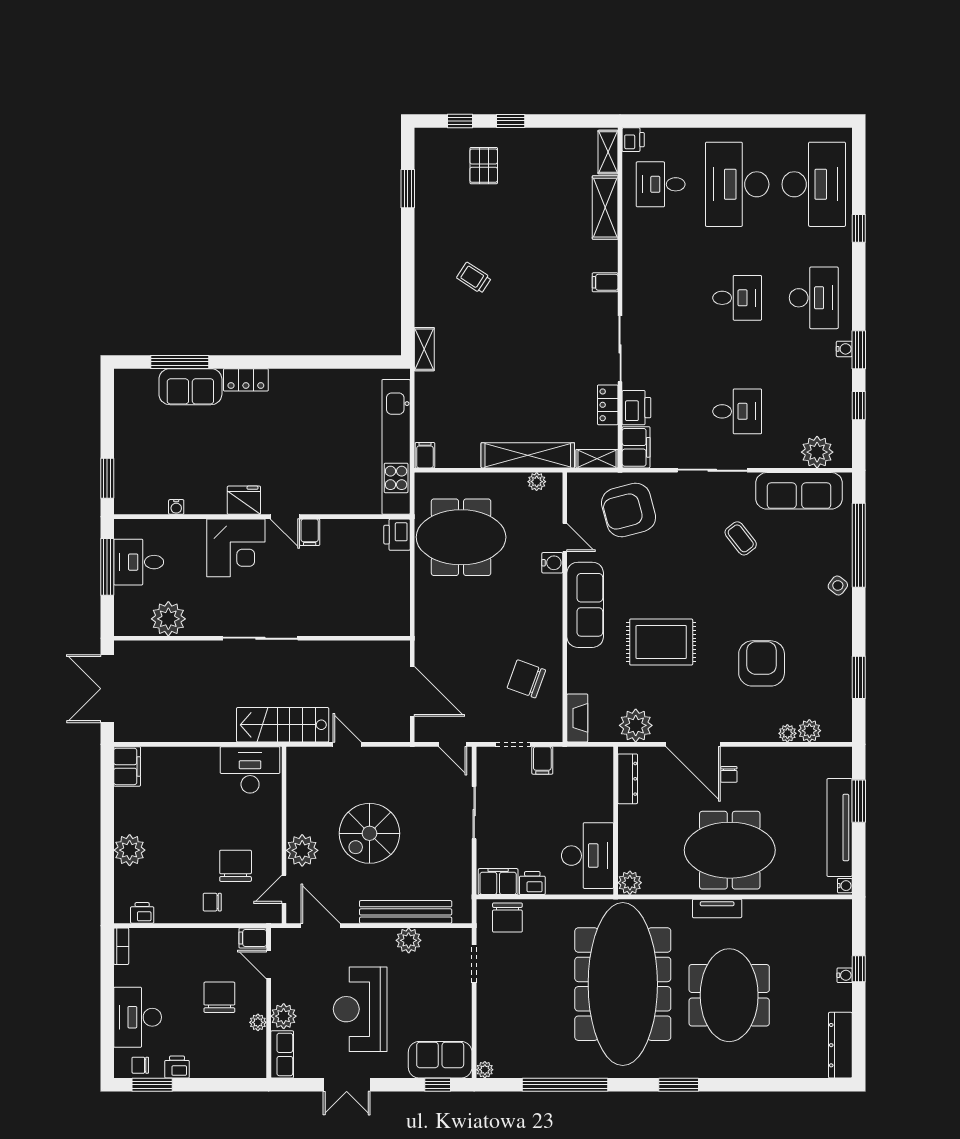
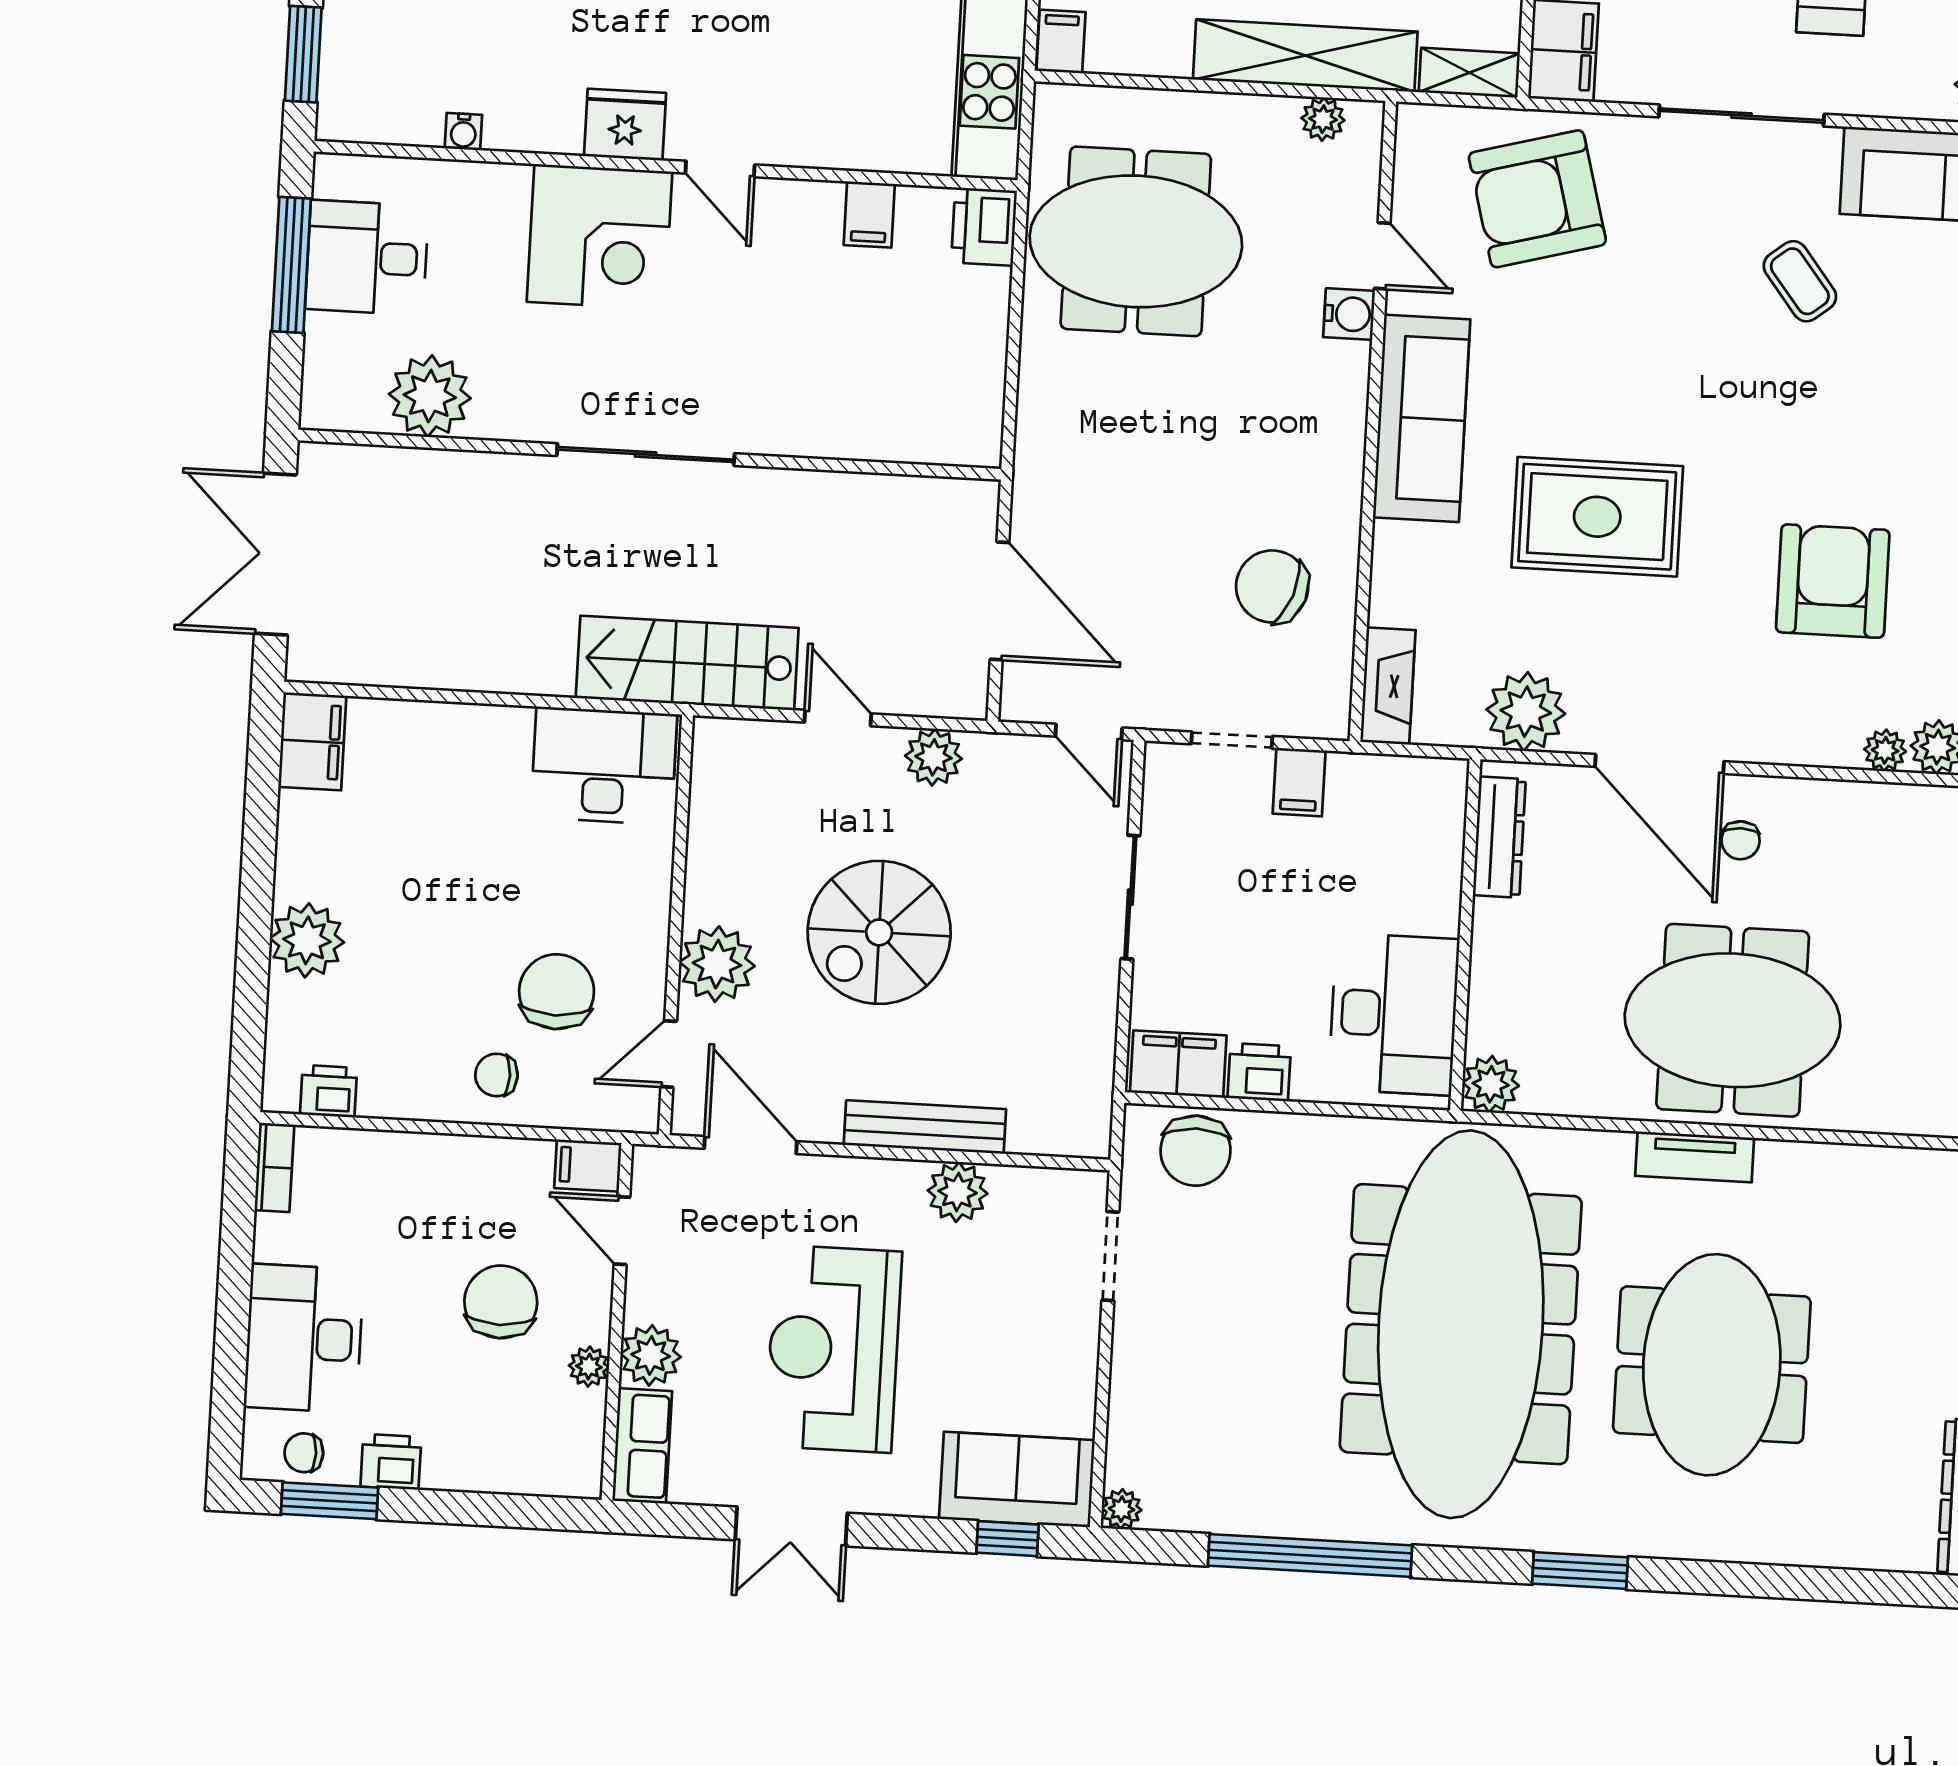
filing cabinet: (310, 532) -> (869, 215), moved
plant: (388, 759) -> (933, 757), added
bench: (406, 912) -> (925, 1127), width x0.73, depth x0.82

